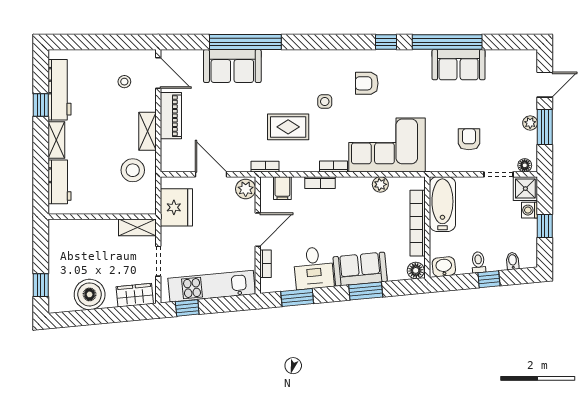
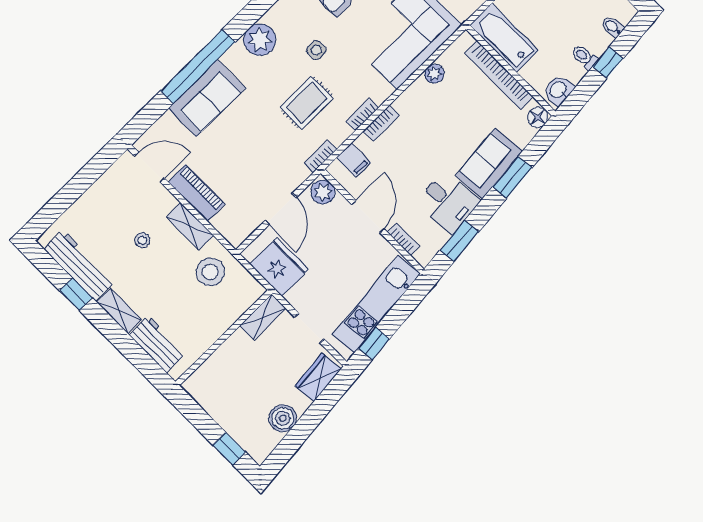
plant: (297, 62) -> (260, 40), added
stool: (124, 82) -> (142, 240), moved
bookcase: (334, 167) -> (362, 115), moved
door: (211, 174) -> (281, 209), swing flipped
boiler: (90, 294) -> (283, 418), width x0.73, depth x0.73

